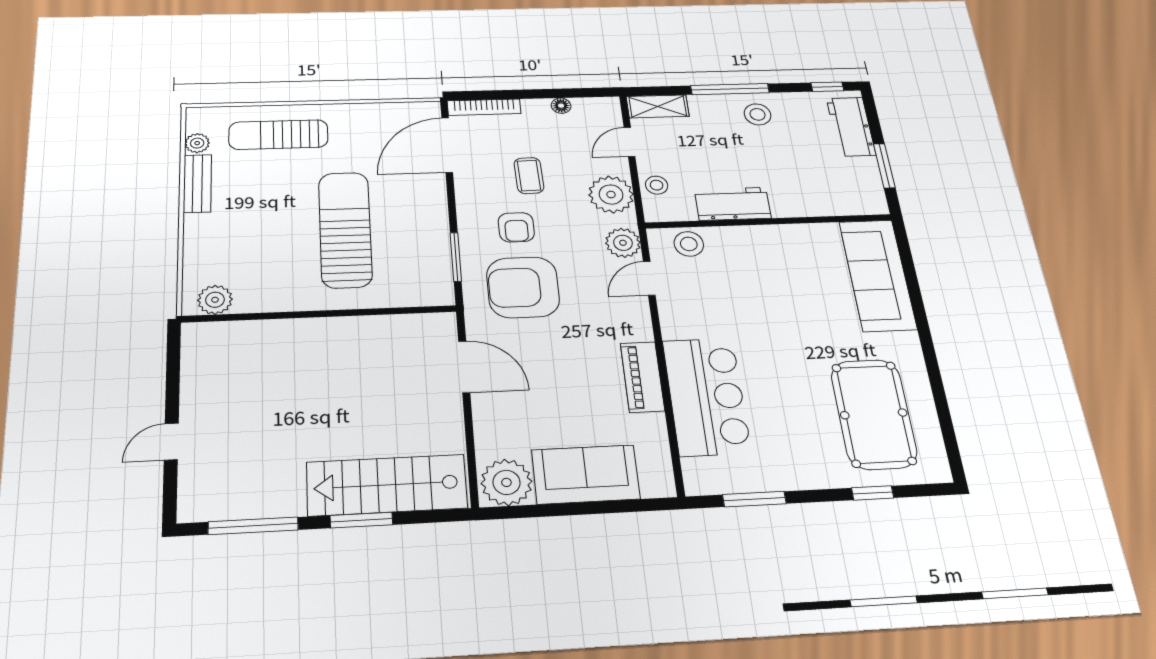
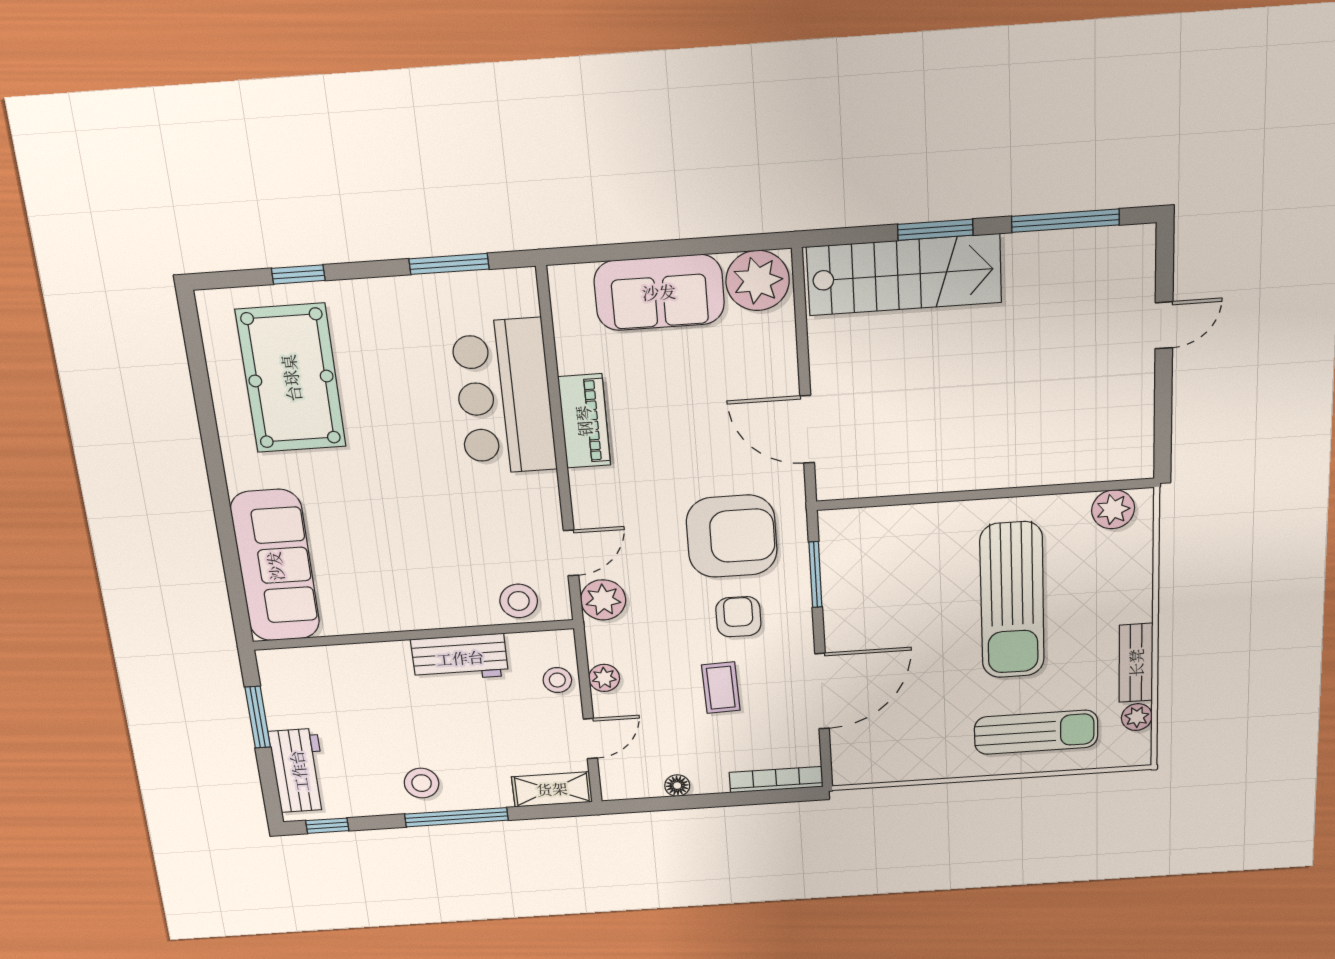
door: (447, 145) -> (822, 691), moved
plant: (611, 195) -> (604, 678), width x0.53, depth x0.53
sun lounger: (345, 229) -> (1012, 600), moved

